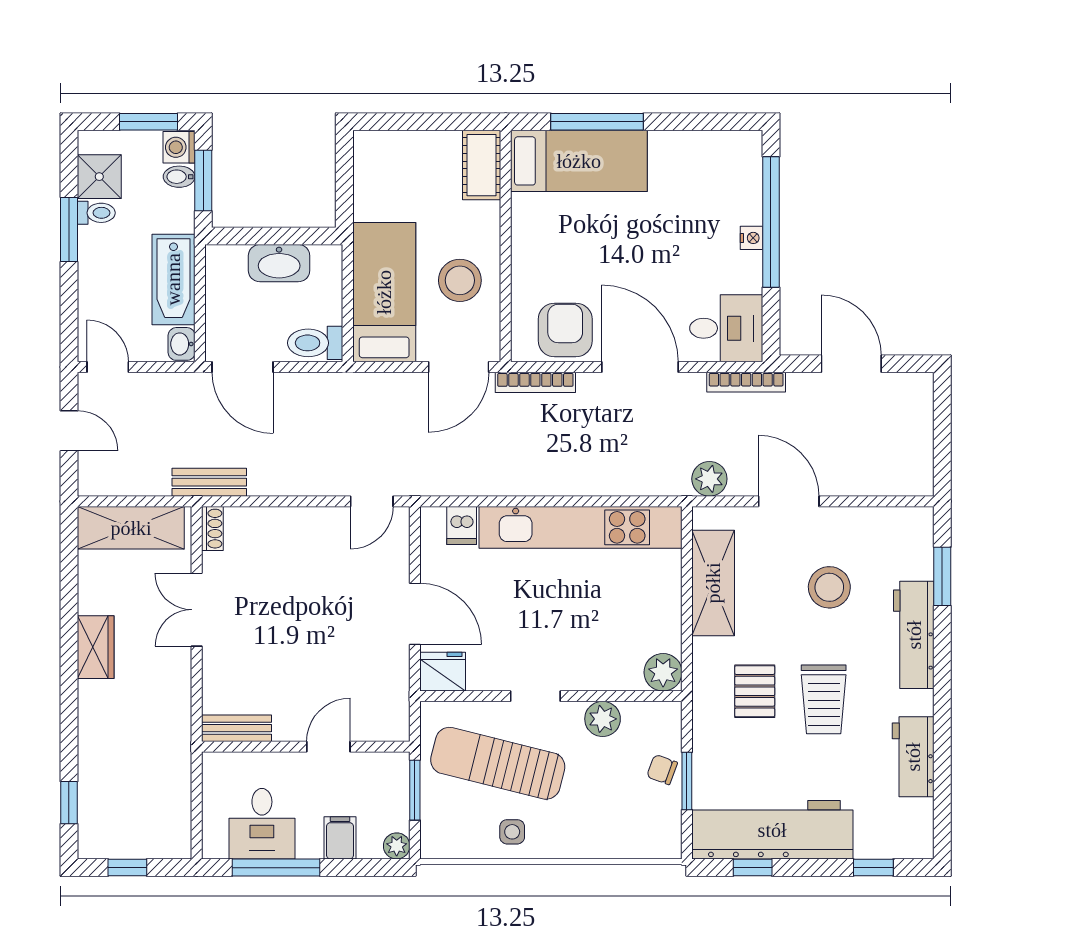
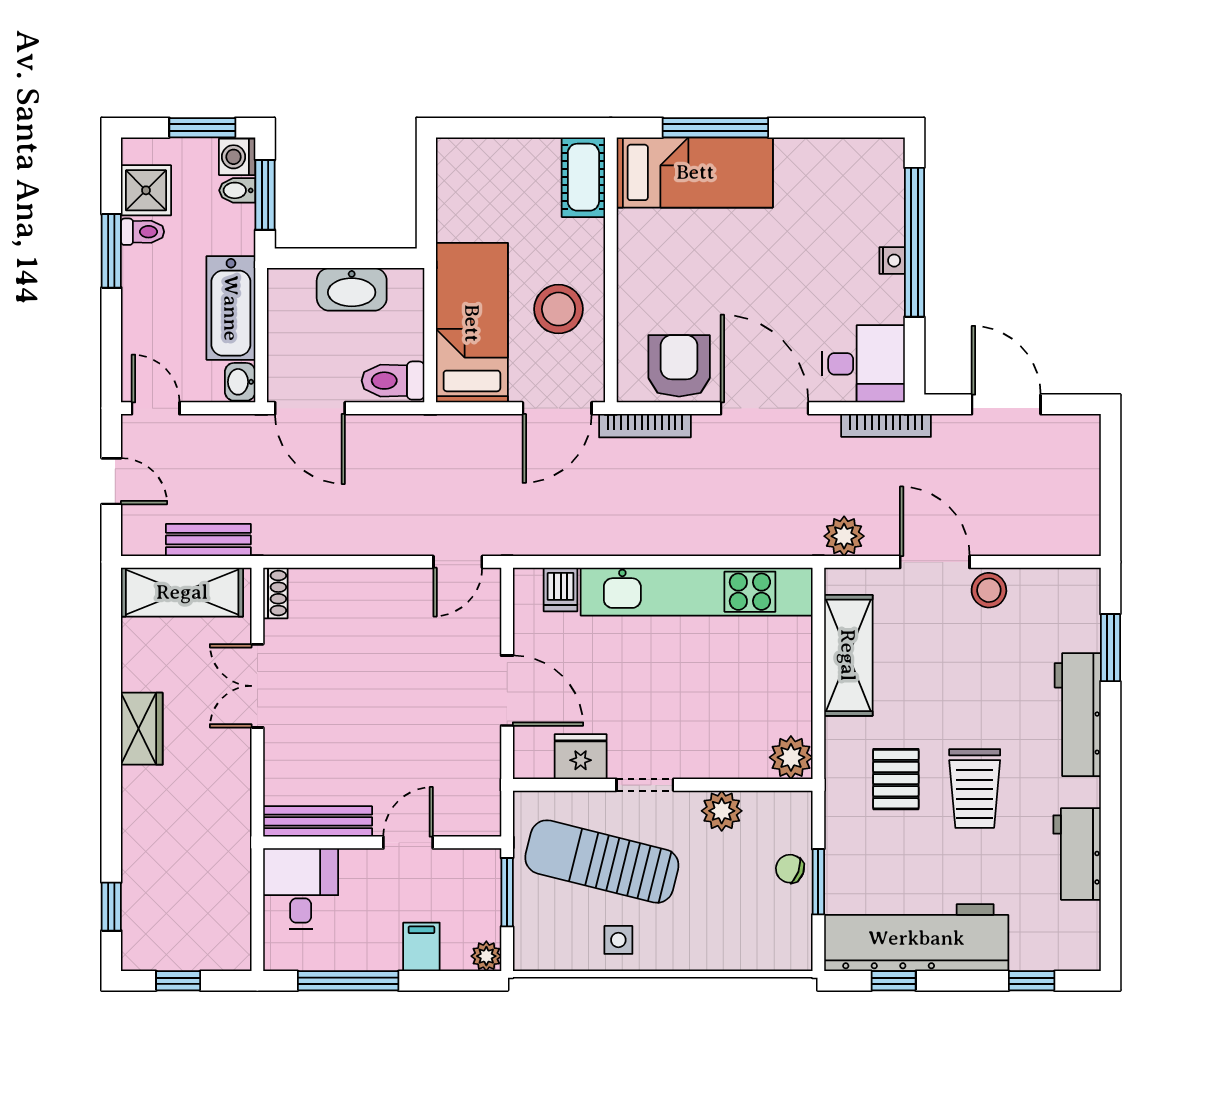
bench: (209, 482) -> (208, 540), moved
stool: (829, 587) -> (989, 590), moved, width x0.73, depth x0.73
fridge: (443, 672) -> (581, 757), moved
bench: (237, 728) -> (318, 821), width x1.36
desk: (262, 824) -> (301, 889), moved, turned 180

